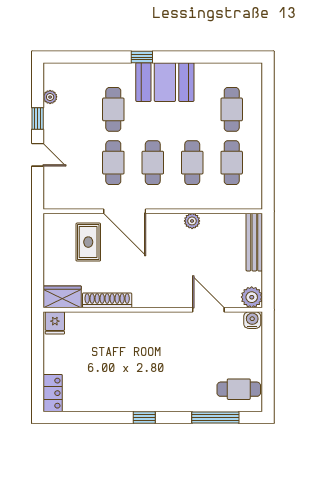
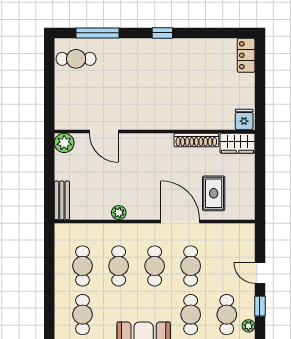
cafe table: (74, 109) -> (227, 315), added
bench: (254, 242) -> (62, 200), width x0.73
water cooler: (252, 320) -> (64, 122), removed

